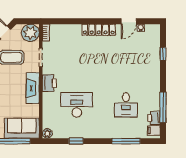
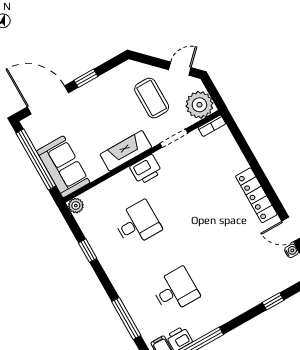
desk: (77, 105) -> (137, 223), width x0.73
desk: (126, 105) -> (175, 290), turned 180

